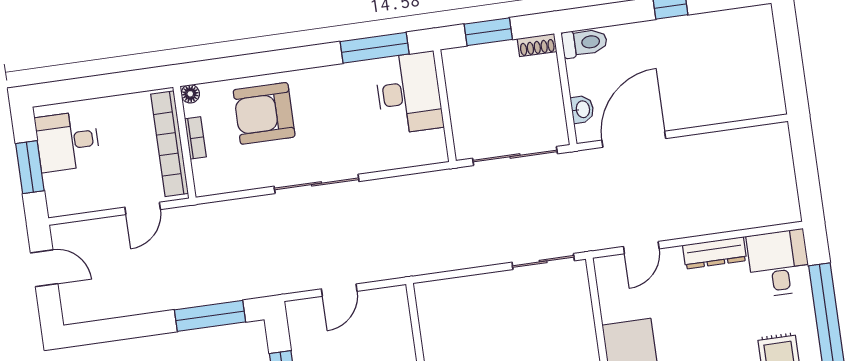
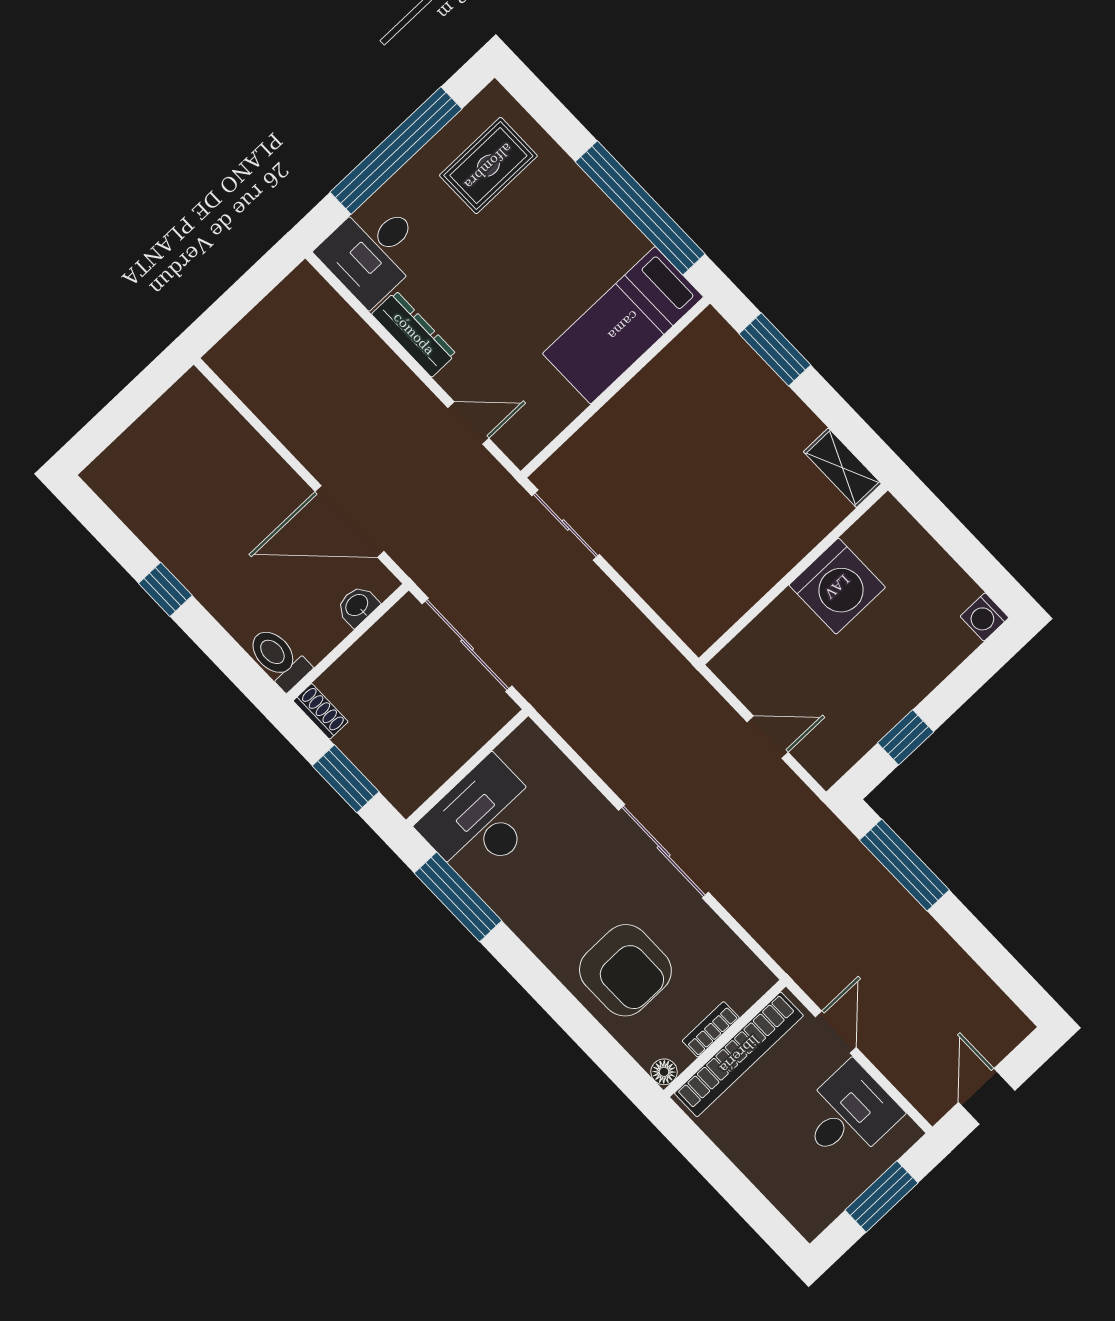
desk: (67, 141) -> (849, 1114), moved, turned -90
door: (143, 208) -> (836, 1032), hinge flipped

